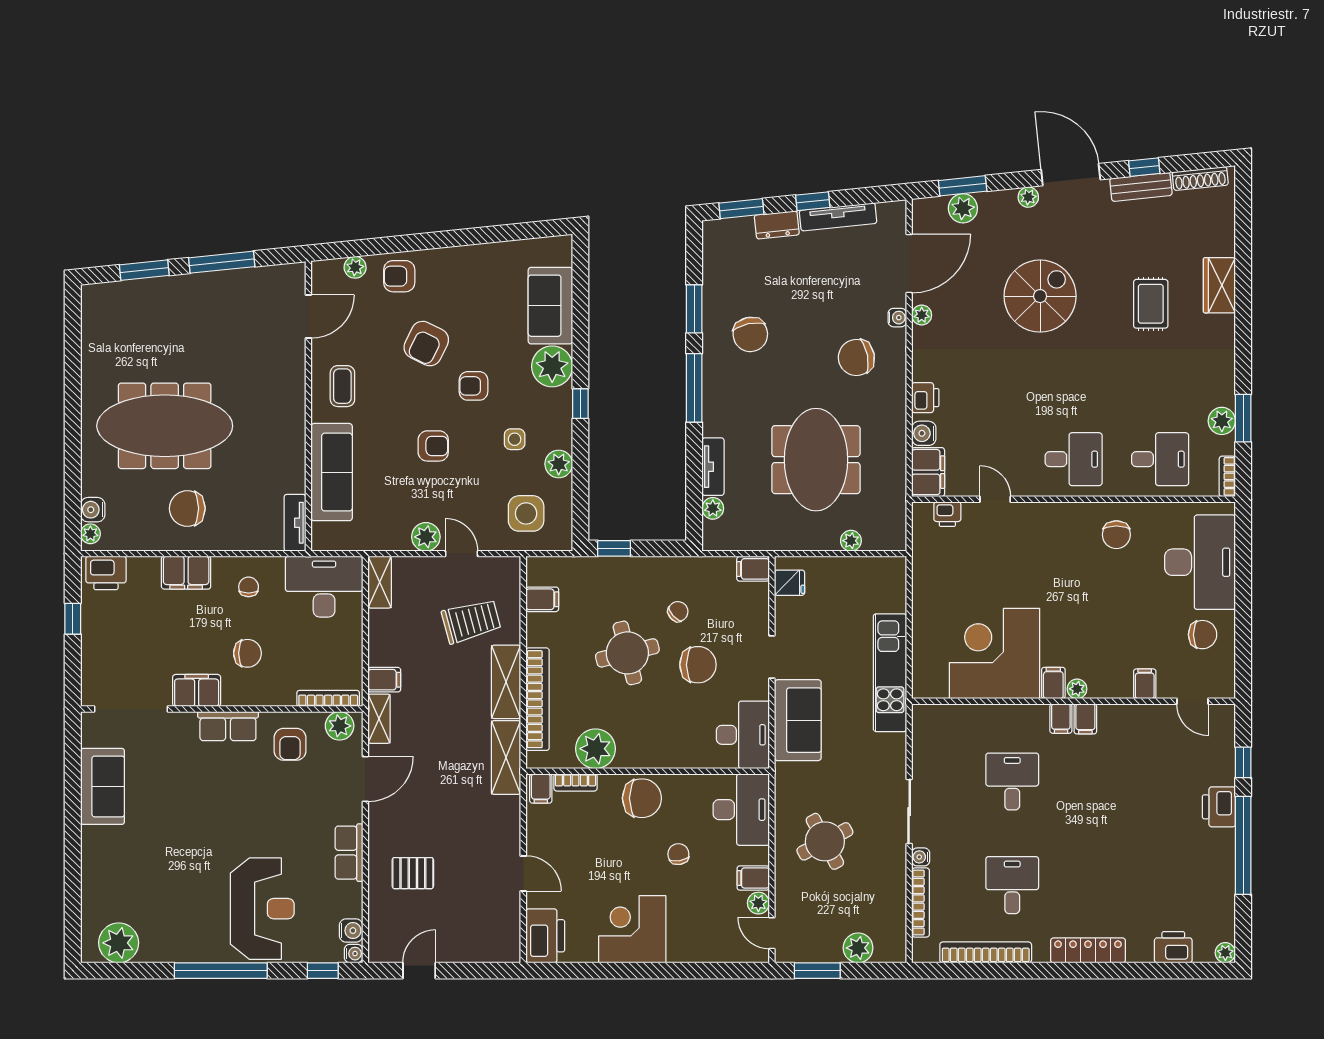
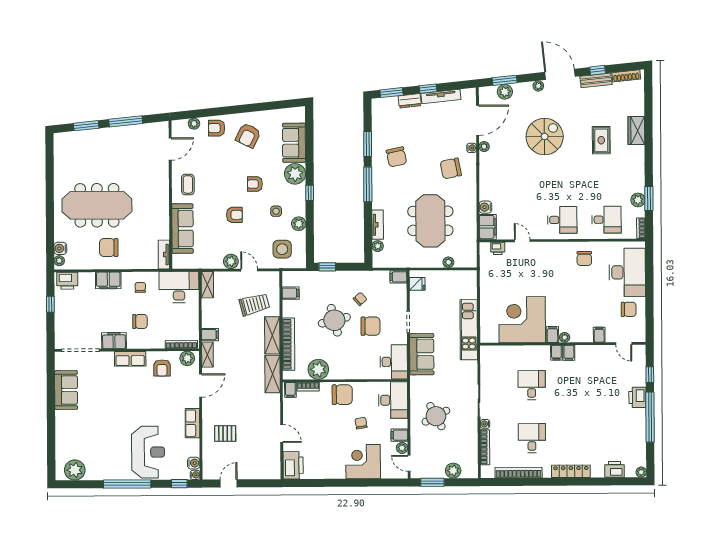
armchair: (426, 344) -> (248, 135), moved
printer: (925, 398) -> (486, 189), removed
corner desk: (632, 929) -> (363, 462), moved

